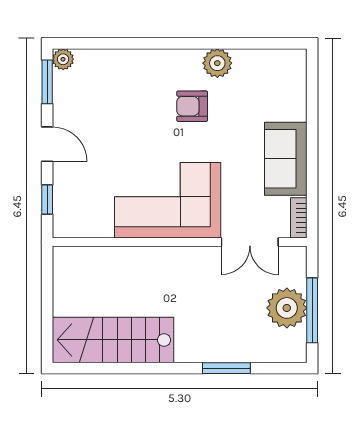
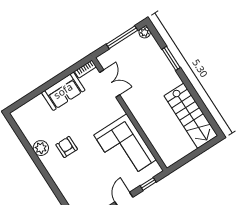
armchair: (192, 106) -> (67, 147), turned 180
corner sofa: (168, 200) -> (125, 147), moved
plant: (287, 308) -> (145, 32), moved, width x0.53, depth x0.53

